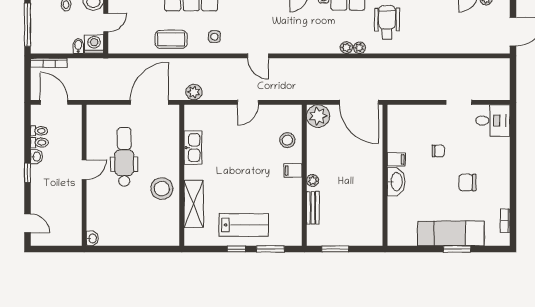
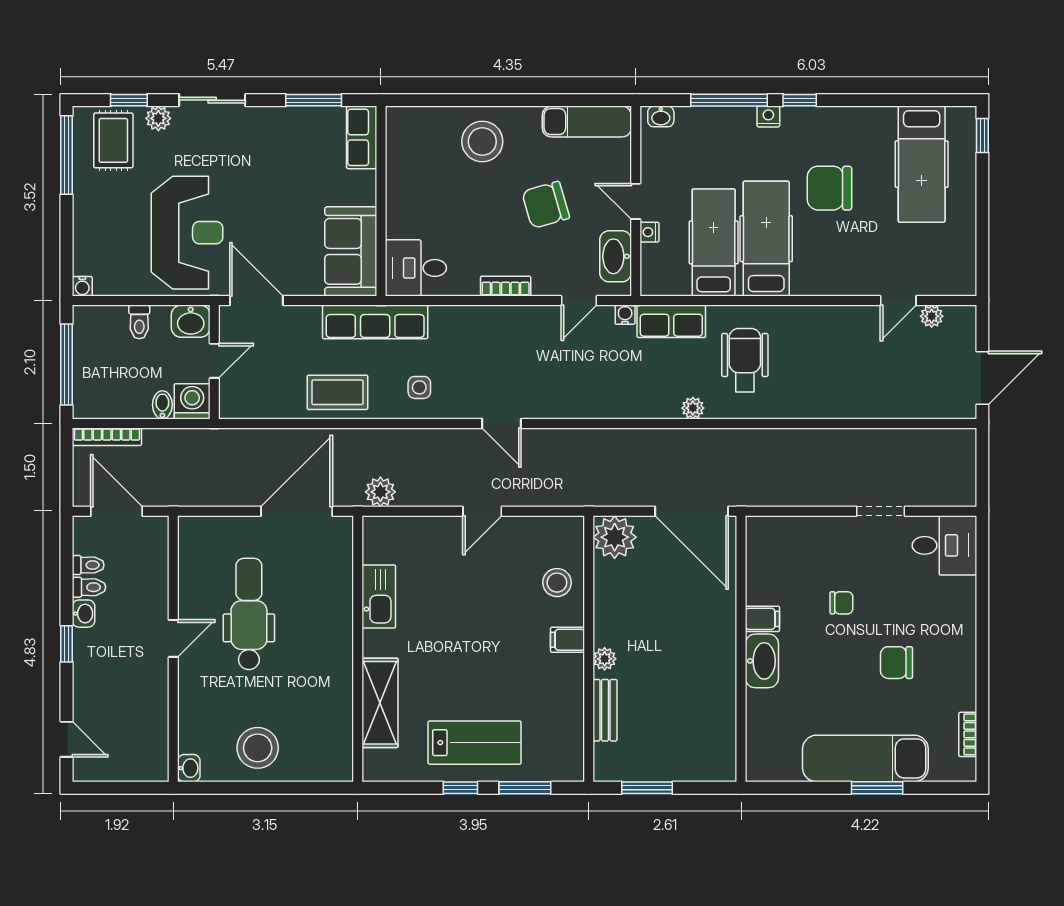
plant: (346, 47) -> (668, 408), removed
stool: (162, 189) -> (258, 748), moved

